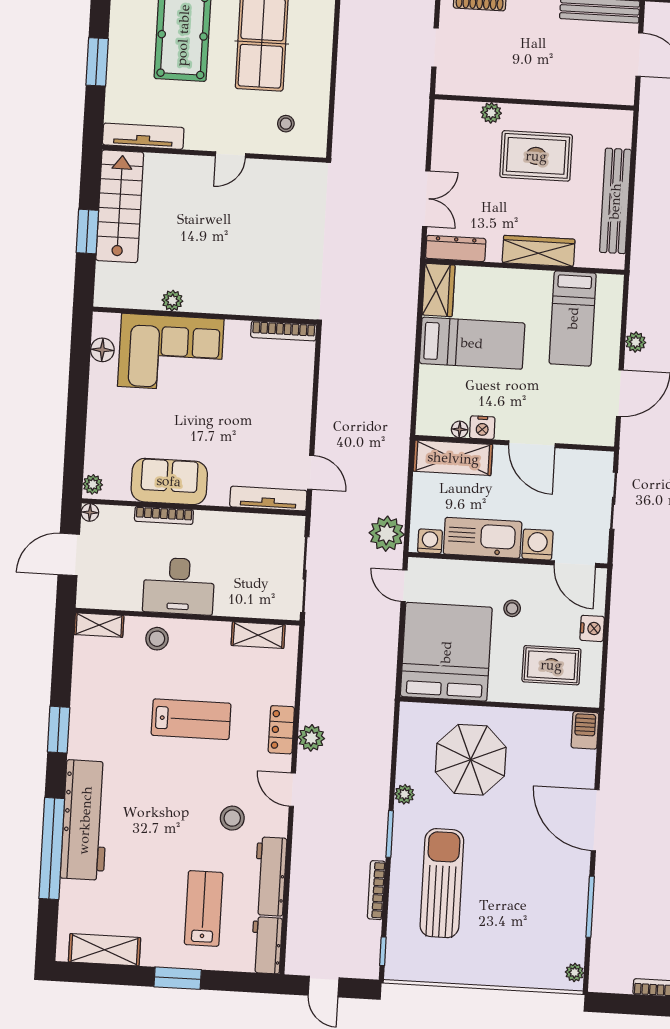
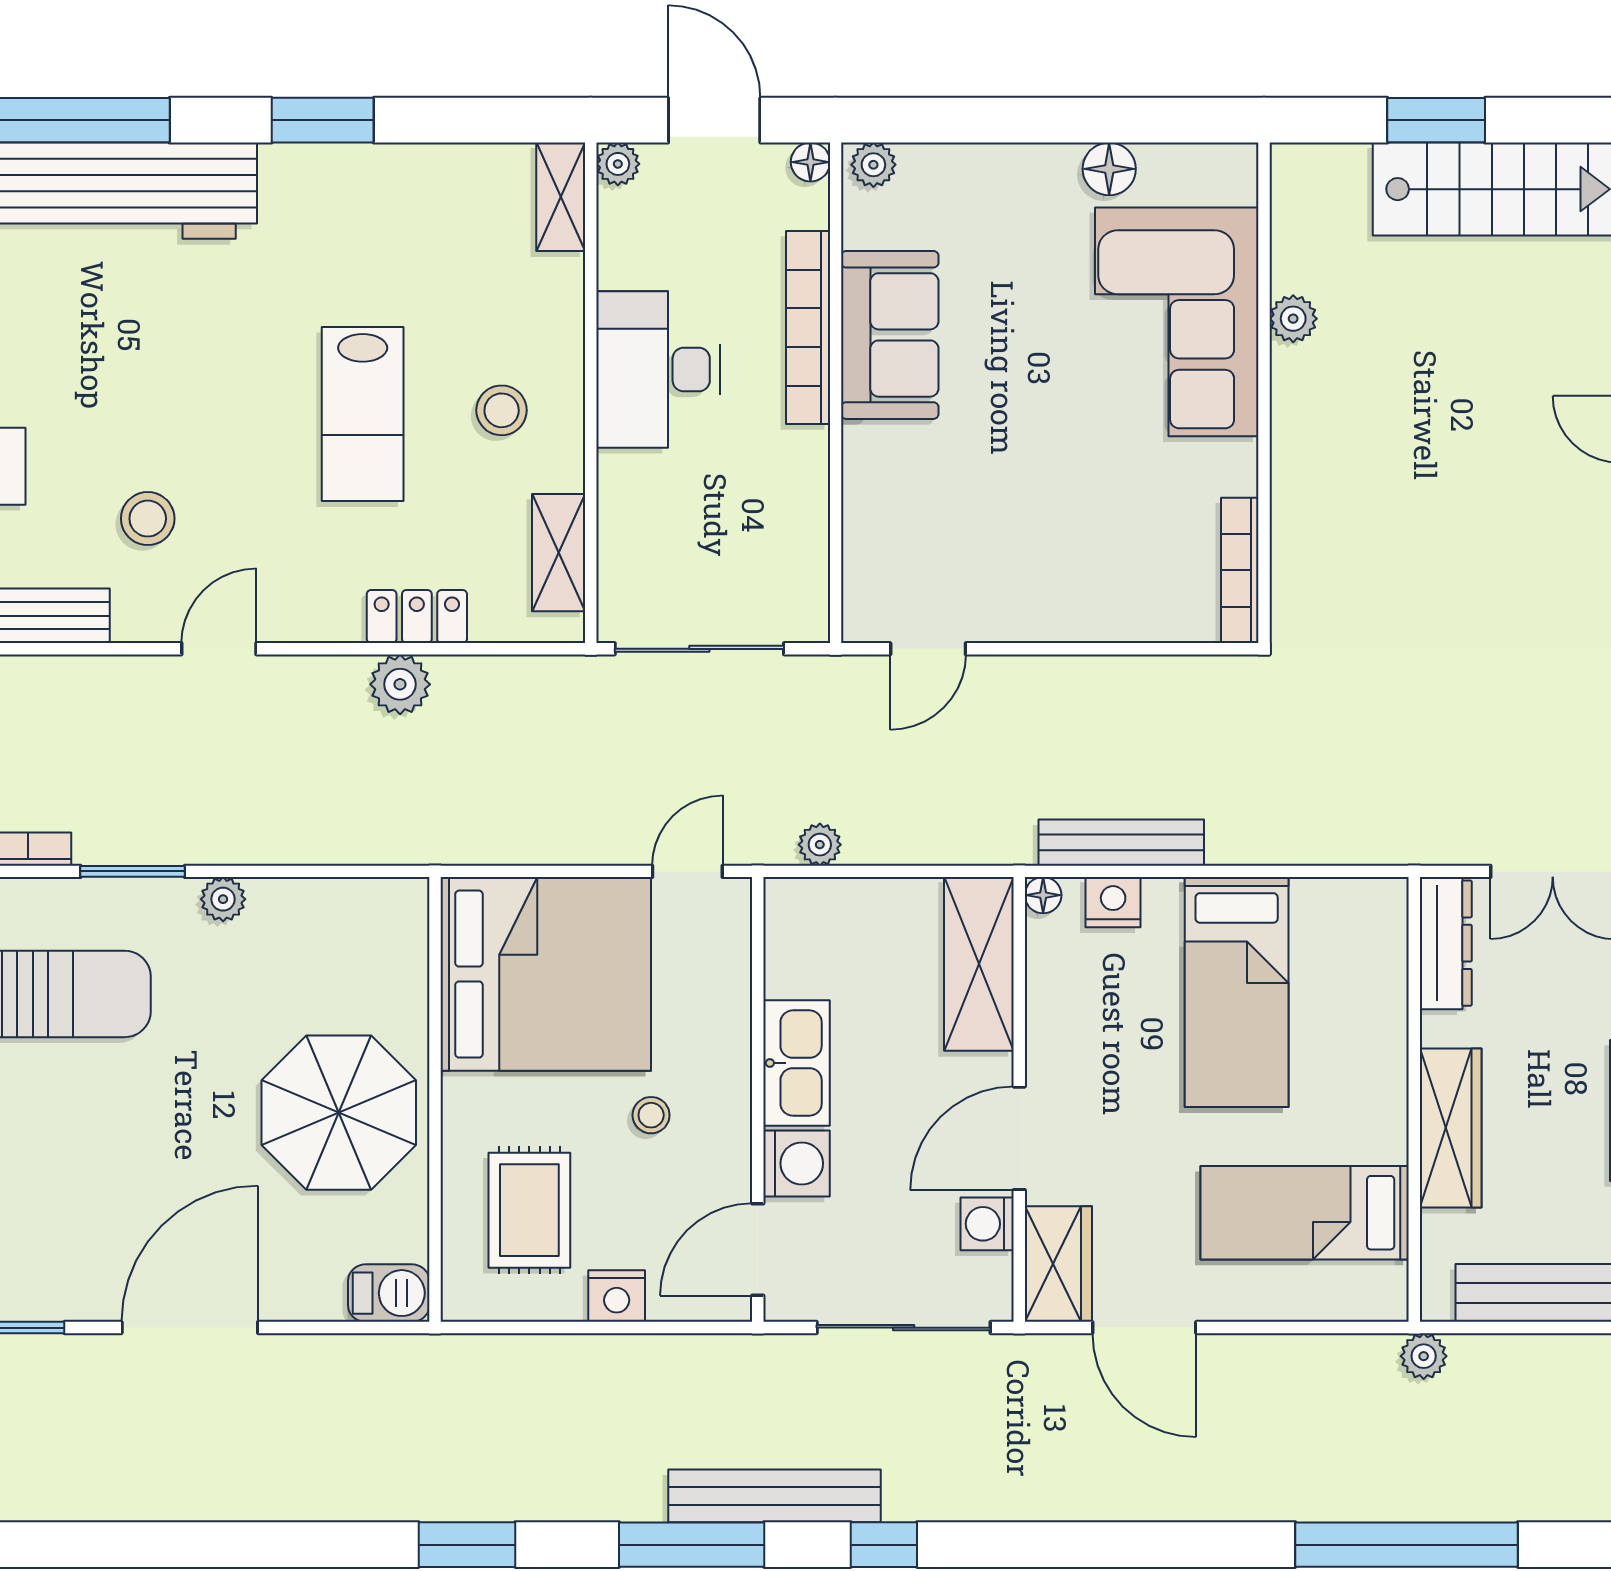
wardrobe: (439, 290) -> (1058, 1264), moved, turned -90
plant: (636, 342) -> (1424, 1356), moved
floor lamp: (102, 350) -> (1109, 169), moved
bench: (402, 391) -> (1121, 843), added
nightstand: (482, 428) -> (1113, 902), moved, turned 90
floor lamp: (460, 429) -> (1043, 895), moved
tv unit: (268, 499) -> (864, 558), removed
sliding door: (614, 501) -> (904, 1328), width x1.37
bookcase: (164, 515) -> (808, 328), width x1.48, depth x1.31
plant: (387, 534) -> (820, 845), width x0.53, depth x0.53
kitchen sink: (483, 538) -> (796, 1063), width x0.73, depth x0.81
washing machine: (430, 541) -> (987, 1224), moved, turned 180
plant: (86, 599) -> (618, 164), added
stool: (157, 639) -> (502, 410), moved
locker: (281, 730) -> (417, 617), moved
plant: (311, 738) -> (400, 684), moved
parasol: (471, 760) -> (339, 1113), moved

